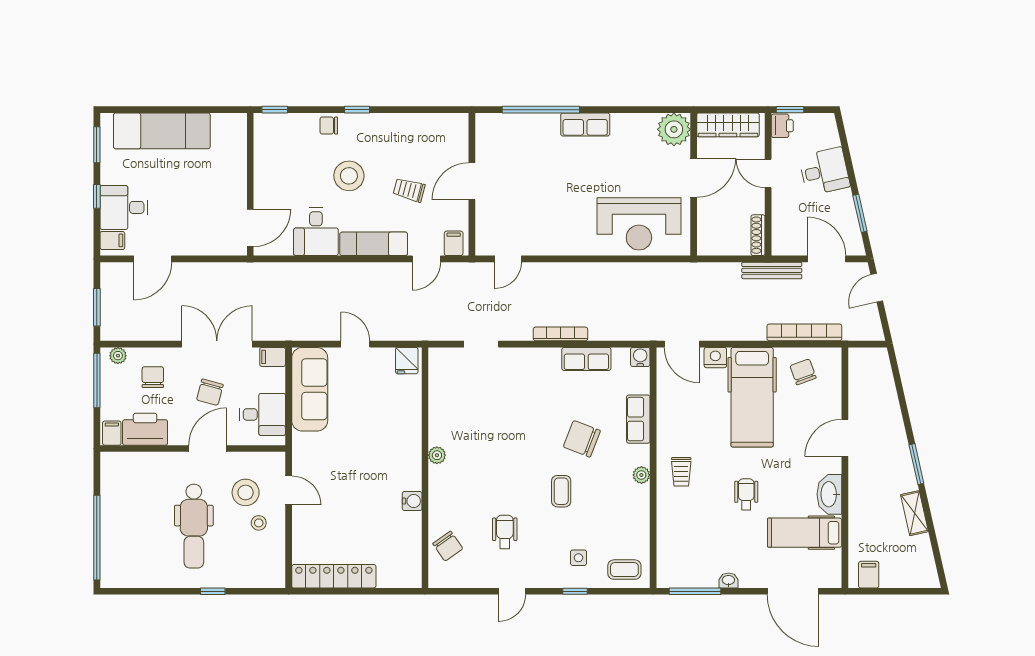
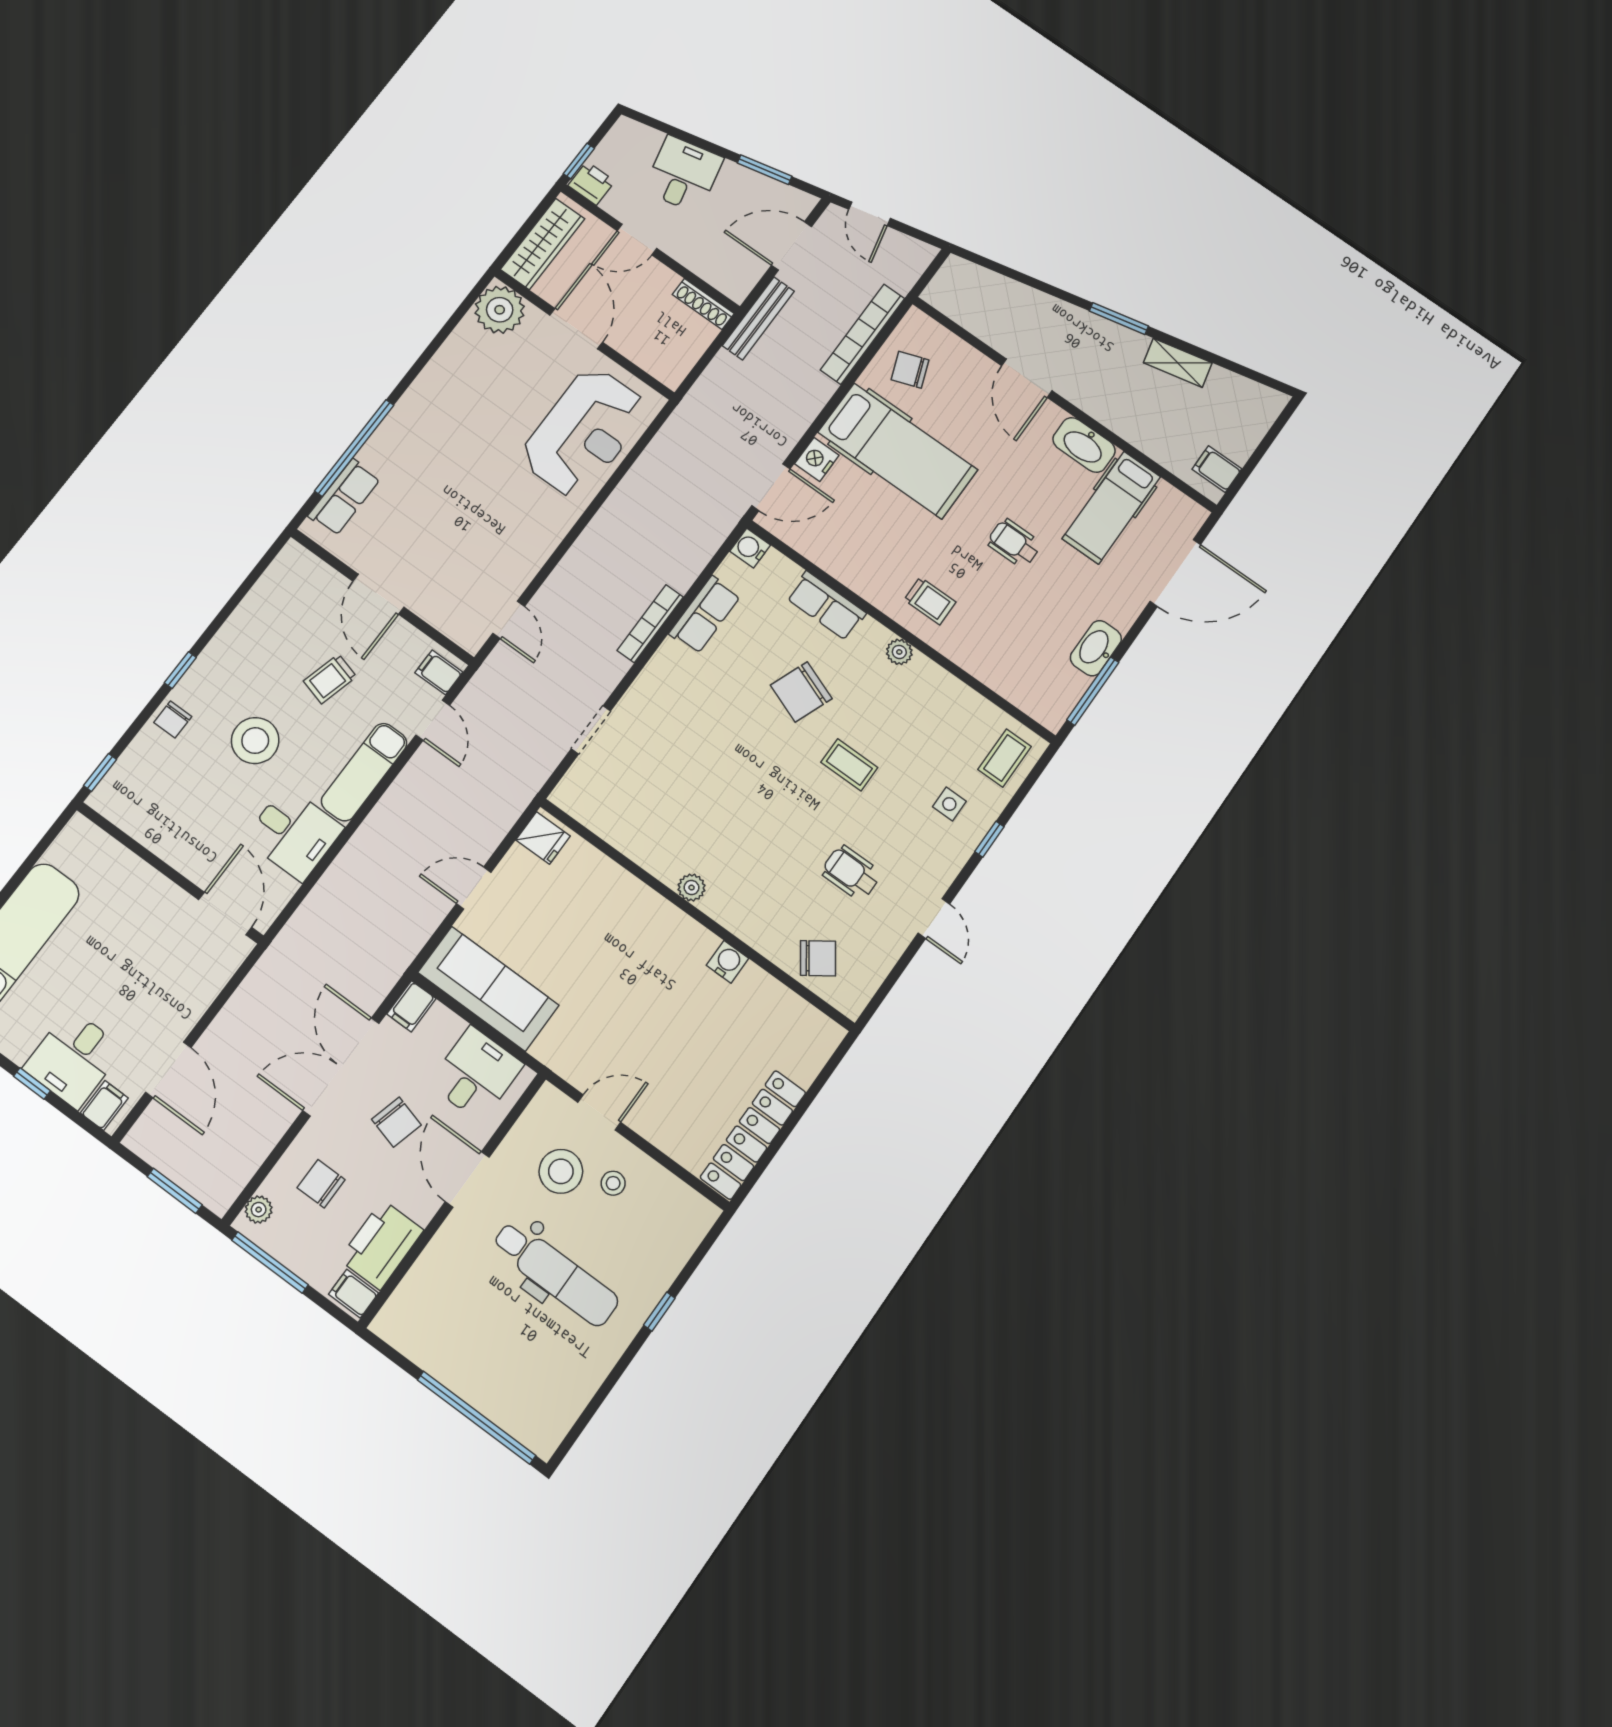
row of seats: (585, 125) -> (344, 497), moved
washbasin: (728, 580) -> (1096, 648), width x1.91, depth x1.45

